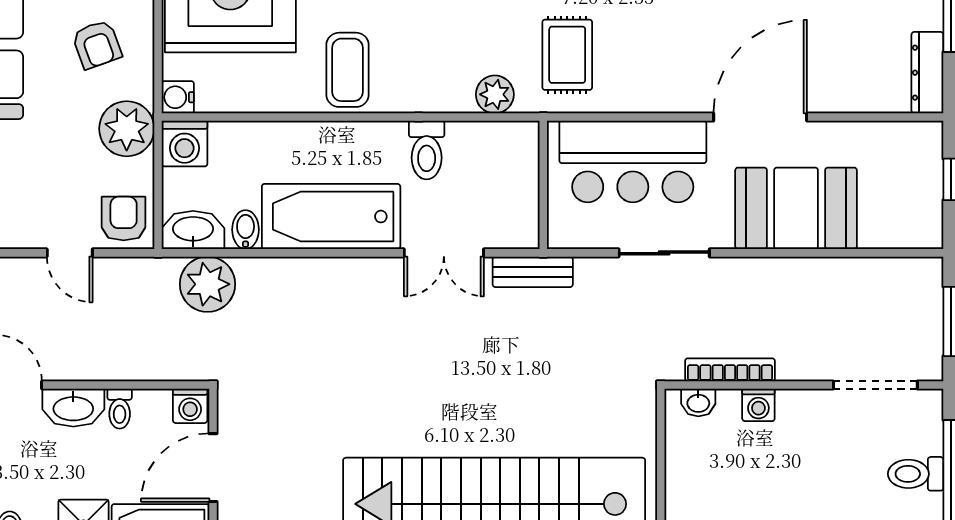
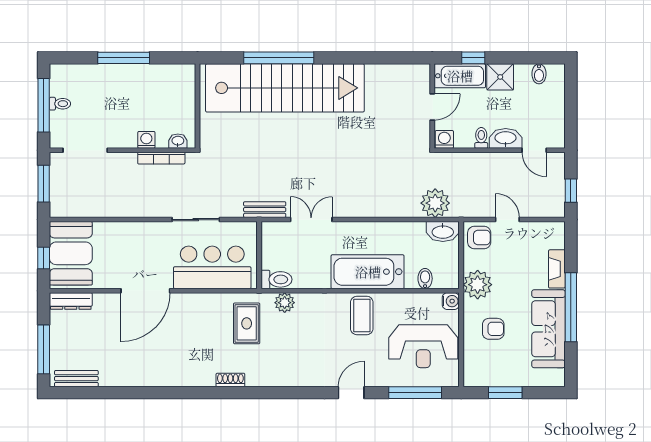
armchair: (97, 44) -> (493, 329), turned 110
dresser: (927, 73) -> (71, 301), moved, turned 90
washing machine: (185, 144) -> (447, 277), removed
toilet: (427, 150) -> (276, 279), moved, turned 90
booth: (796, 208) -> (71, 253), moved, turned 90
bathtub: (331, 217) -> (368, 272), moved, turned 180
armchair: (124, 219) -> (479, 237), turned -90
bidet: (246, 230) -> (425, 279), moved, turned 180
door: (213, 468) -> (432, 107), width x0.73
toilet: (916, 474) -> (60, 104), width x0.73, depth x0.72

